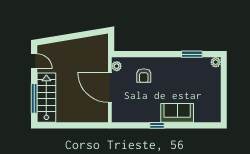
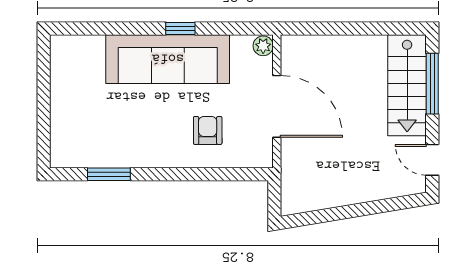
plant: (216, 62) -> (60, 158), removed
plant: (117, 66) -> (263, 46), moved
sofa: (177, 113) -> (168, 59), width x1.85, depth x1.27

